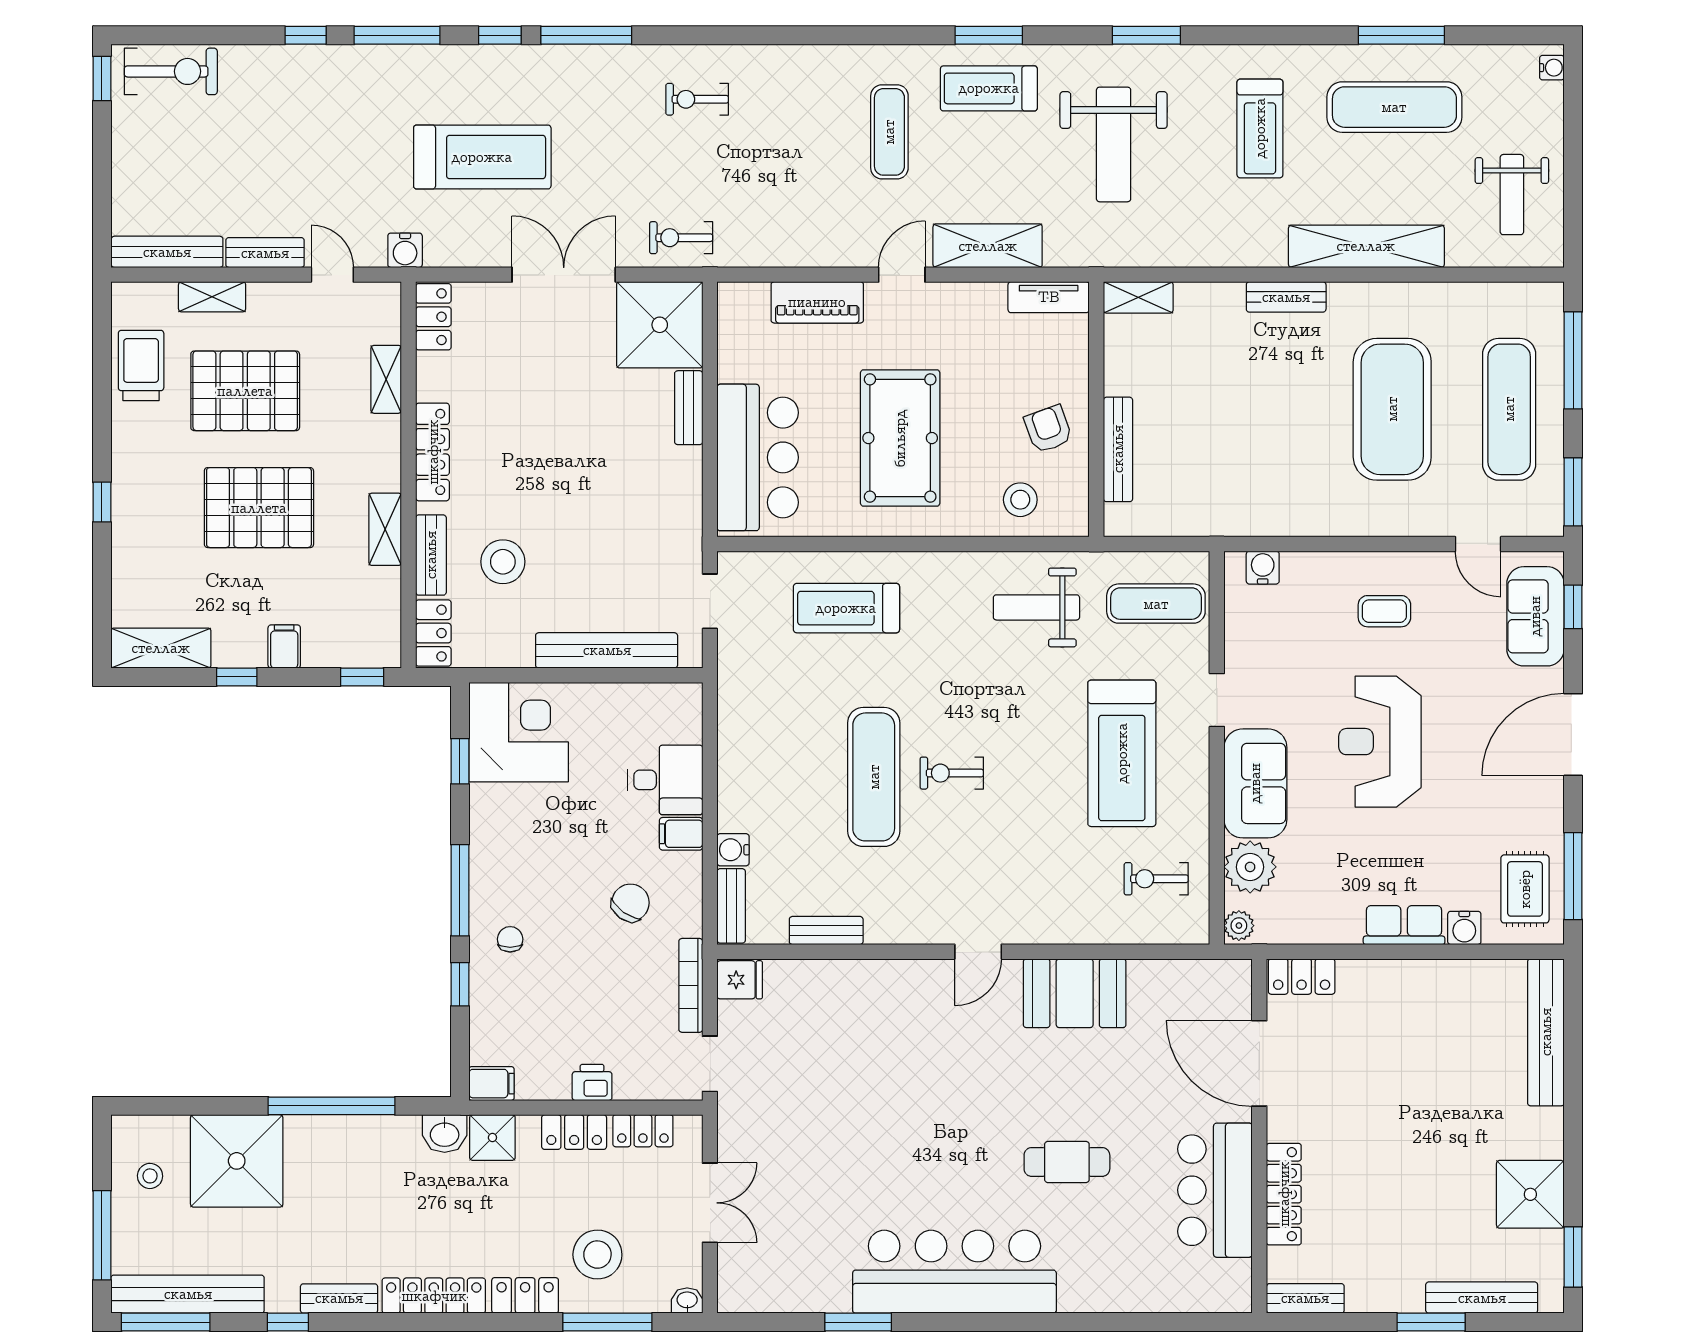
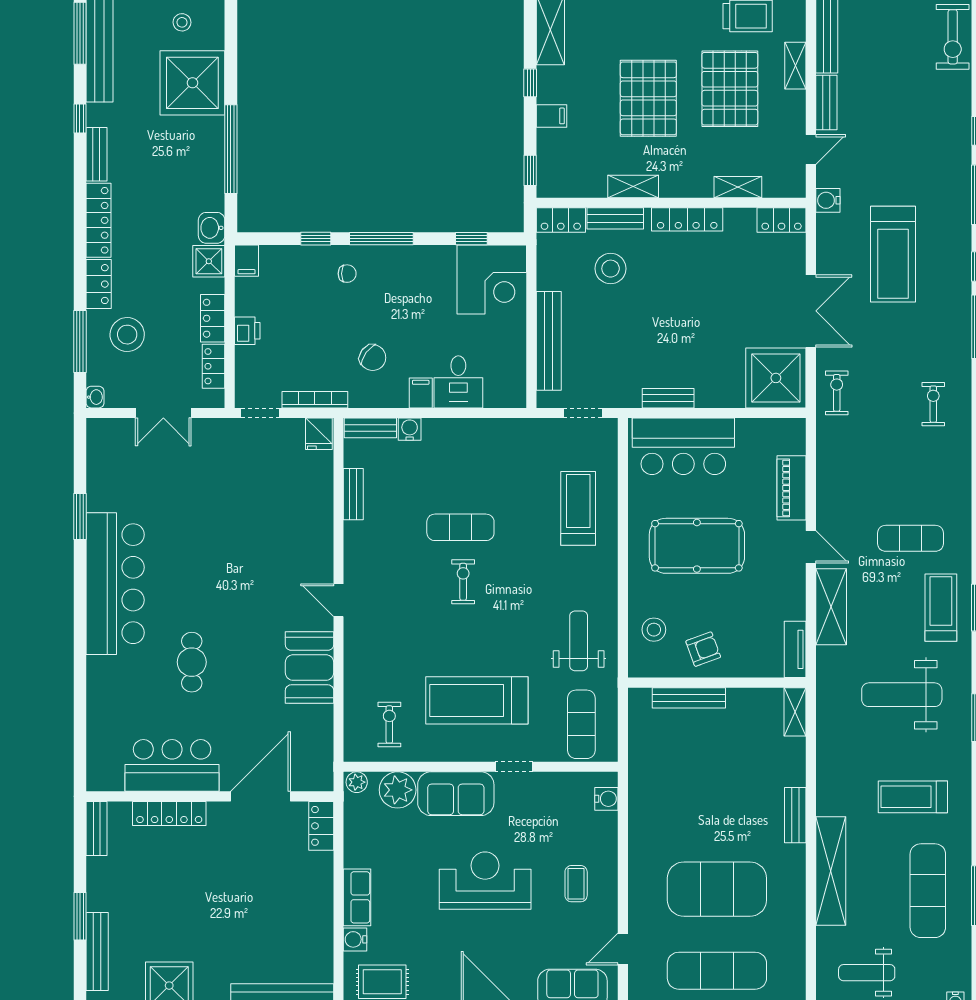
bench: (689, 408) -> (668, 398), moved
exercise mat: (874, 777) -> (460, 527), width x0.73, depth x0.69

